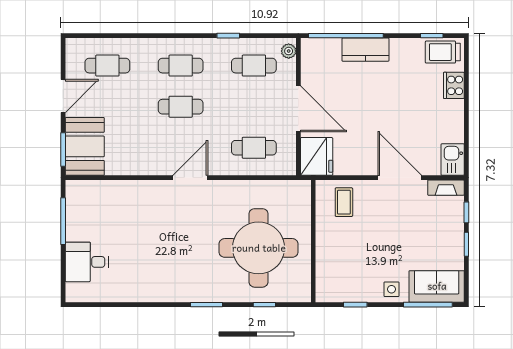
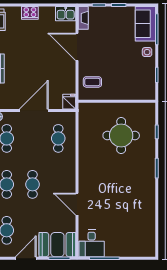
cooker: (454, 85) -> (30, 13), moved
door: (63, 96) -> (26, 258), hinge flipped
fridge: (317, 156) -> (69, 102), width x0.53, depth x0.75
door: (190, 178) -> (77, 204), moved
door: (400, 178) -> (77, 47), hinge flipped
round table: (259, 248) -> (121, 136), width x0.73, depth x0.73
desk: (87, 262) -> (92, 243), moved

